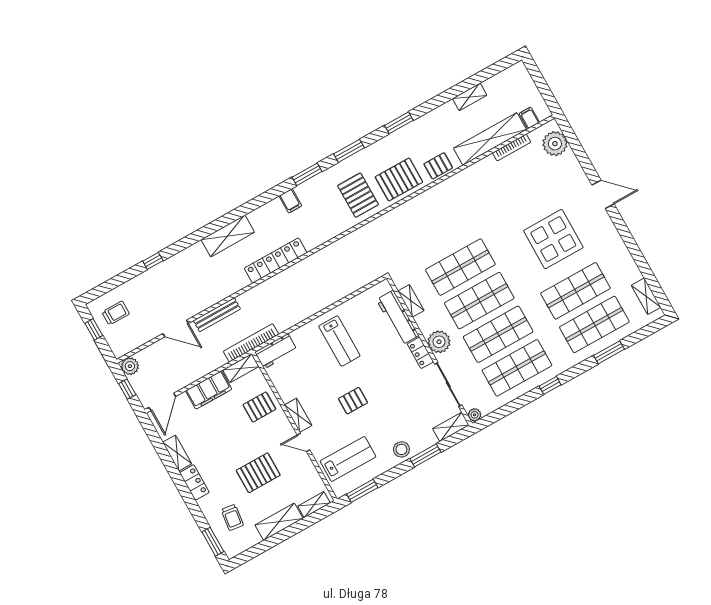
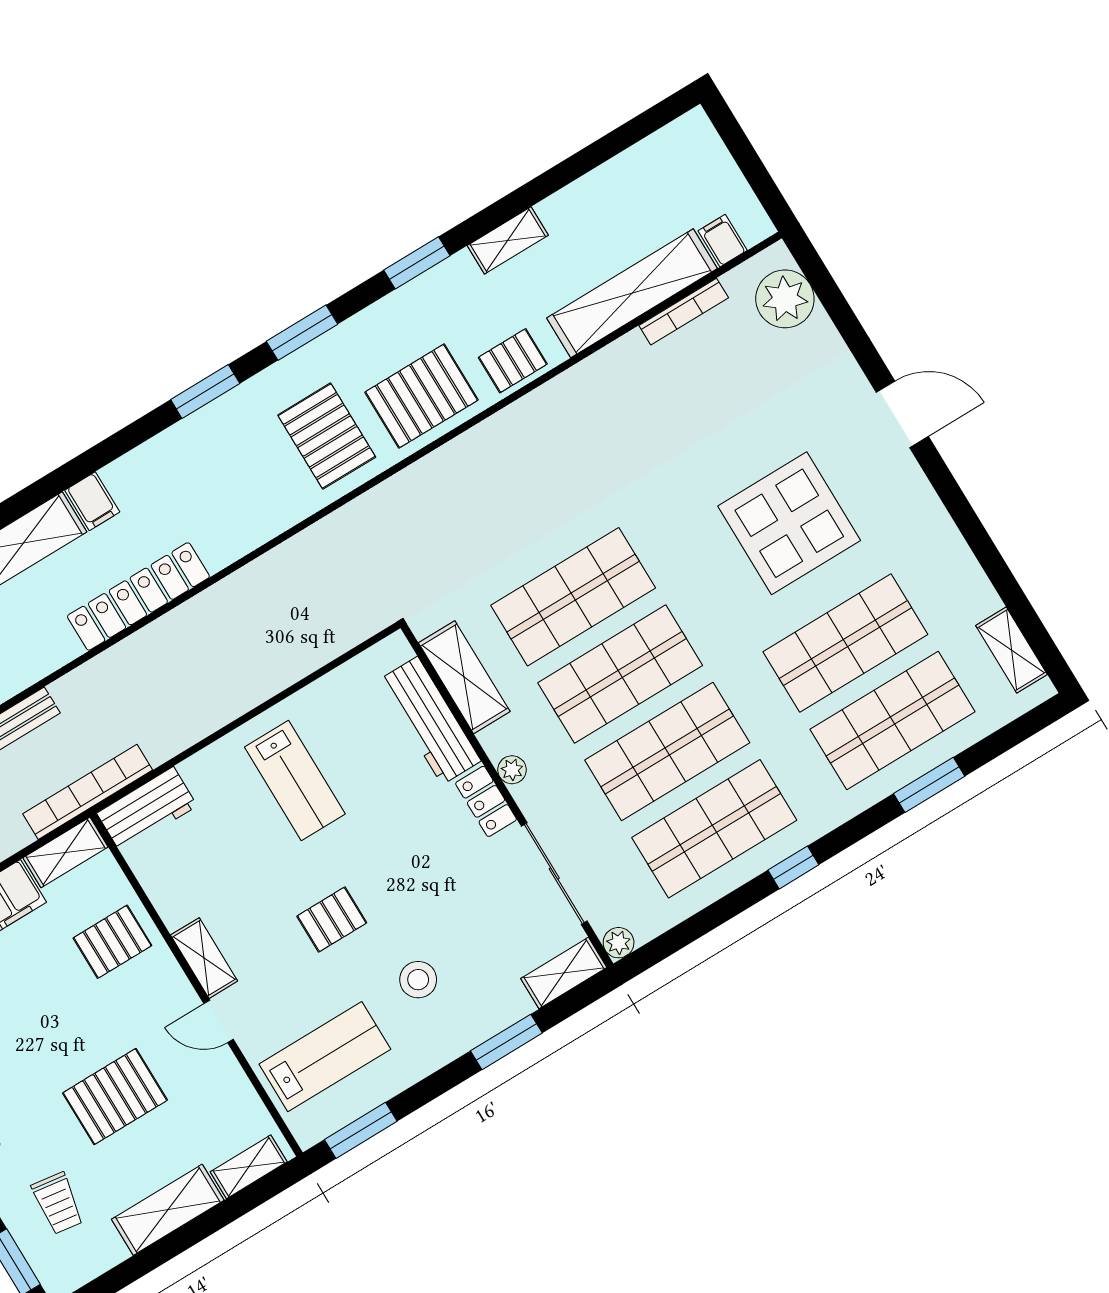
shelving: (470, 97) -> (508, 240), moved
filing cabinet: (290, 201) -> (92, 501), moved
shelving: (411, 301) -> (464, 677), width x1.50, depth x1.33
plant: (439, 342) -> (512, 770), width x0.53, depth x0.53
stool: (401, 449) -> (418, 980), moved

